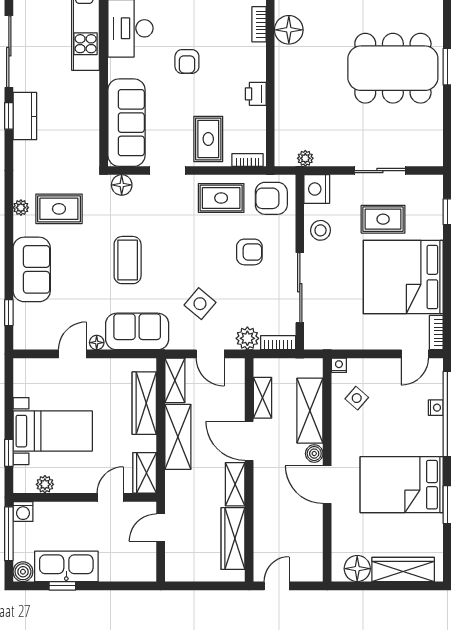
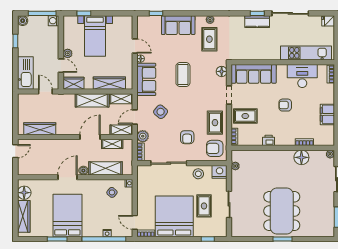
armchair: (271, 198) -> (215, 148), turned -90
coffee table: (128, 260) -> (183, 74), turned 90
plant: (45, 484) -> (68, 53), moved
shelving: (235, 484) -> (121, 130), moved
kitchen sink: (66, 566) -> (25, 73), moved
door: (277, 586) -> (15, 151), hinge flipped

